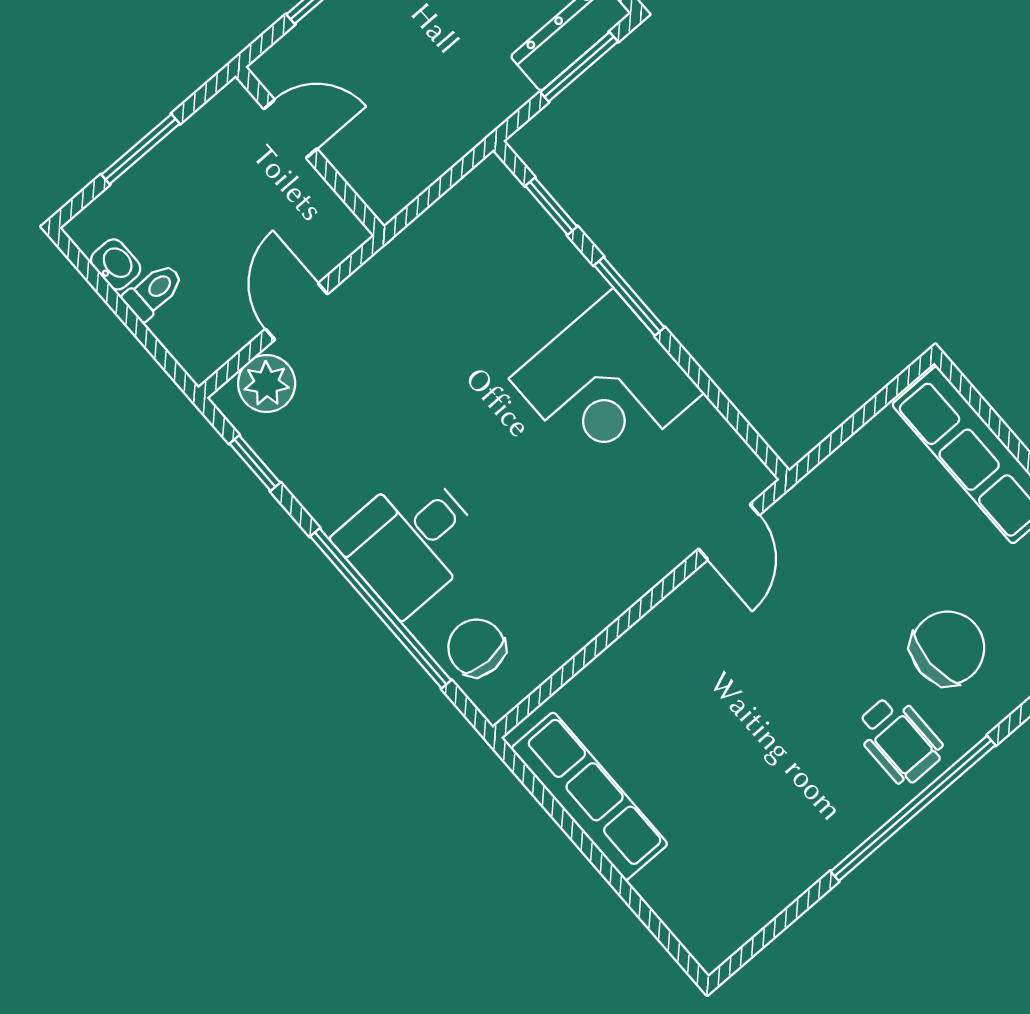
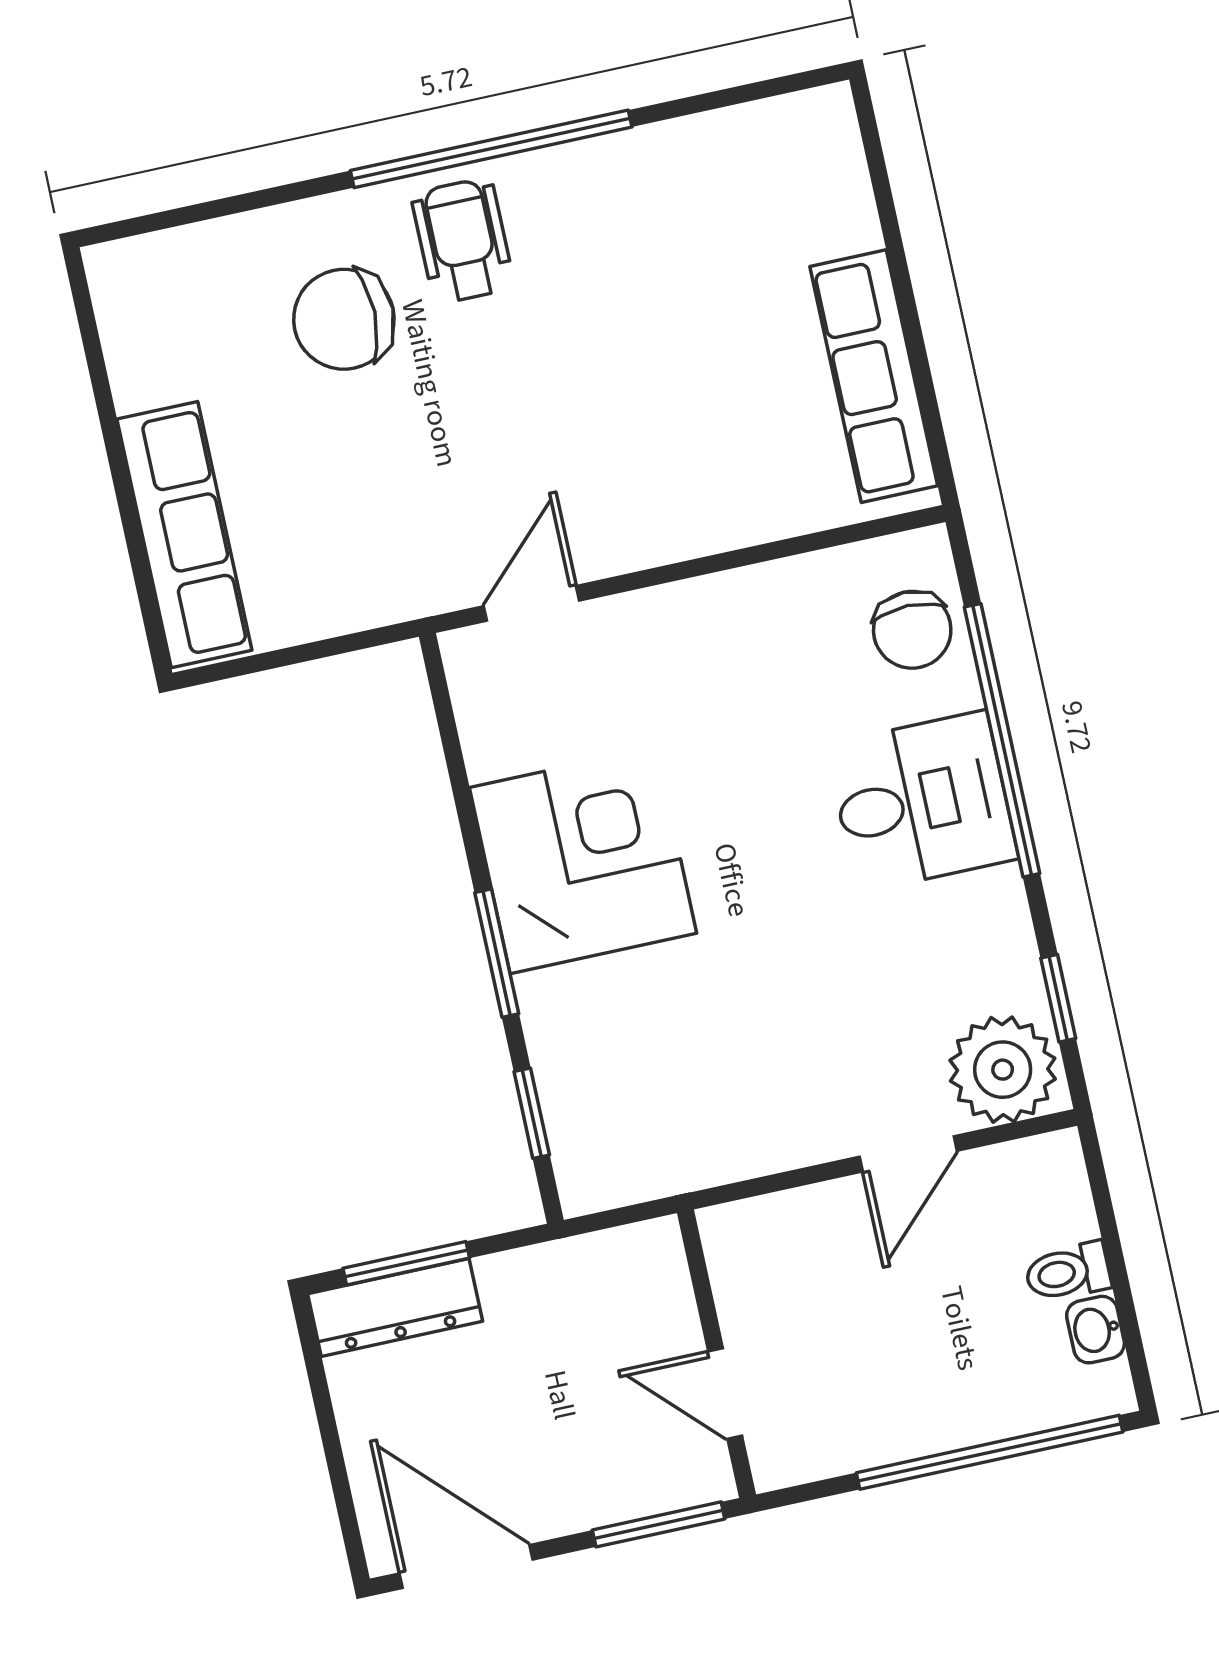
door: (290, 129) -> (725, 1394), moved
window: (141, 149) -> (990, 1452), width x2.11
wall: (310, 151) -> (716, 1354), moved
plant: (267, 384) -> (1003, 1070), width x1.36, depth x1.36

